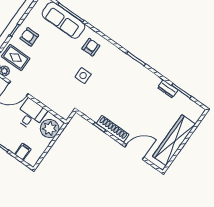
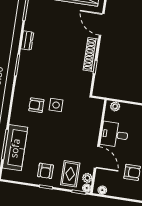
armchair: (91, 47) -> (36, 105), moved
dresser: (168, 89) -> (27, 40), moved
plant: (50, 129) -> (115, 106), width x0.53, depth x0.53

